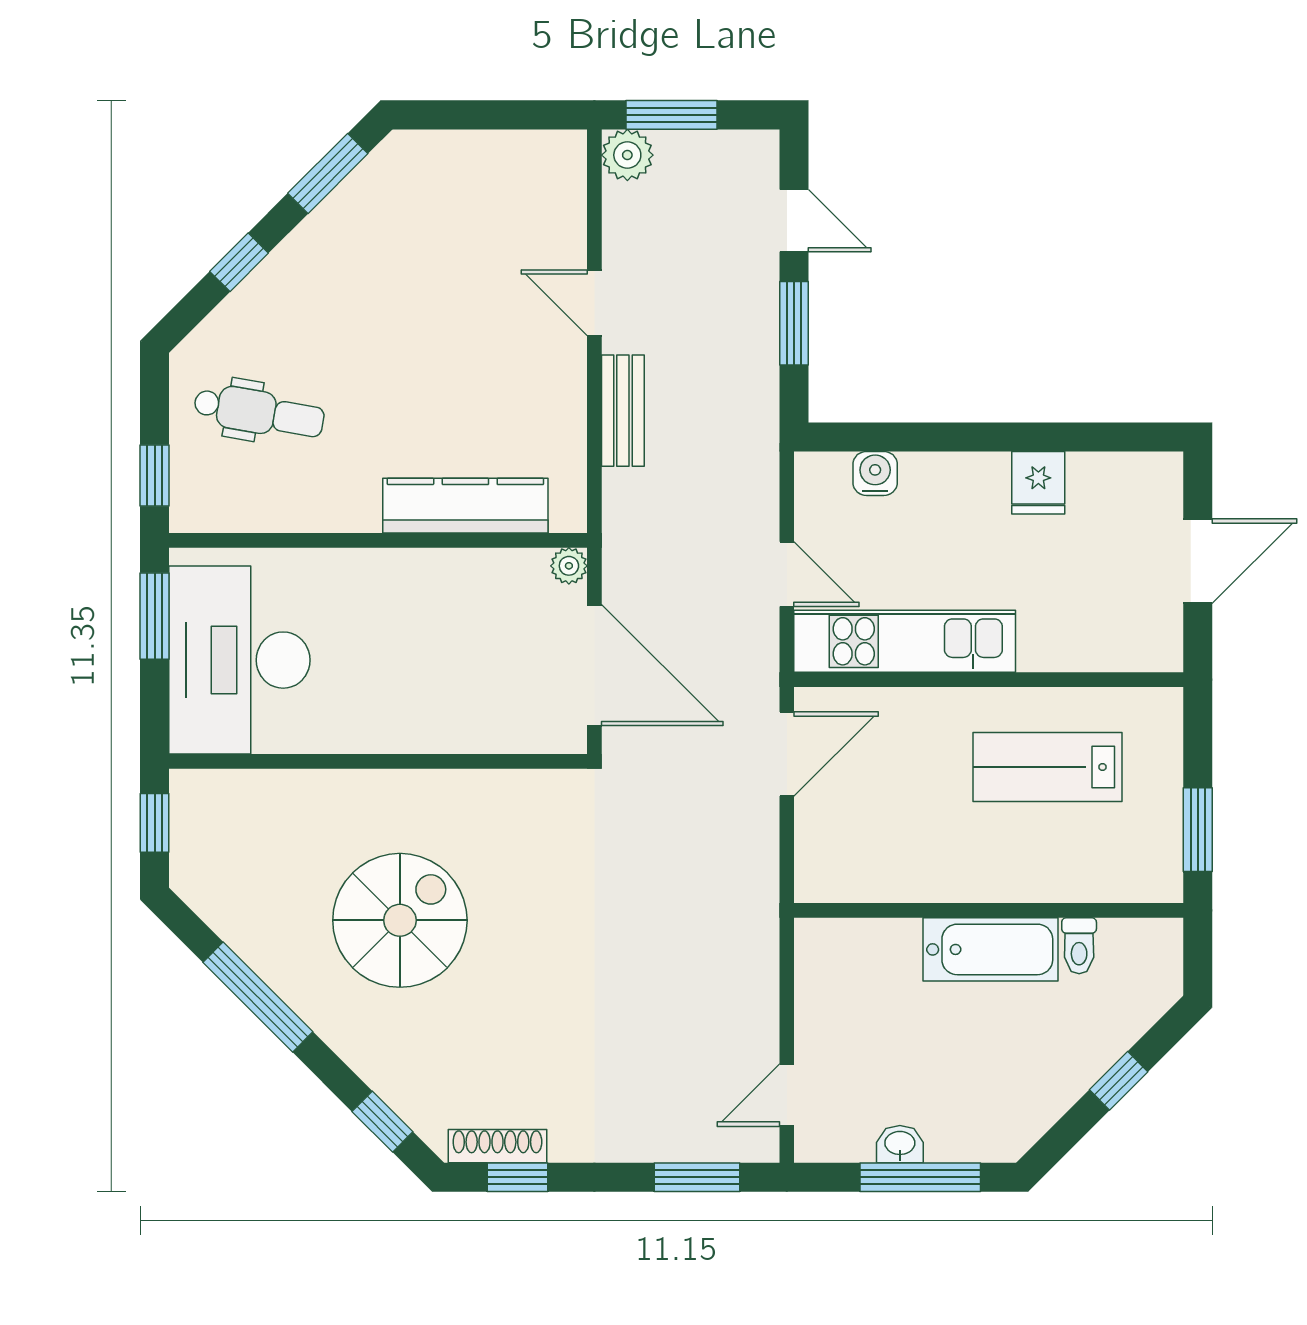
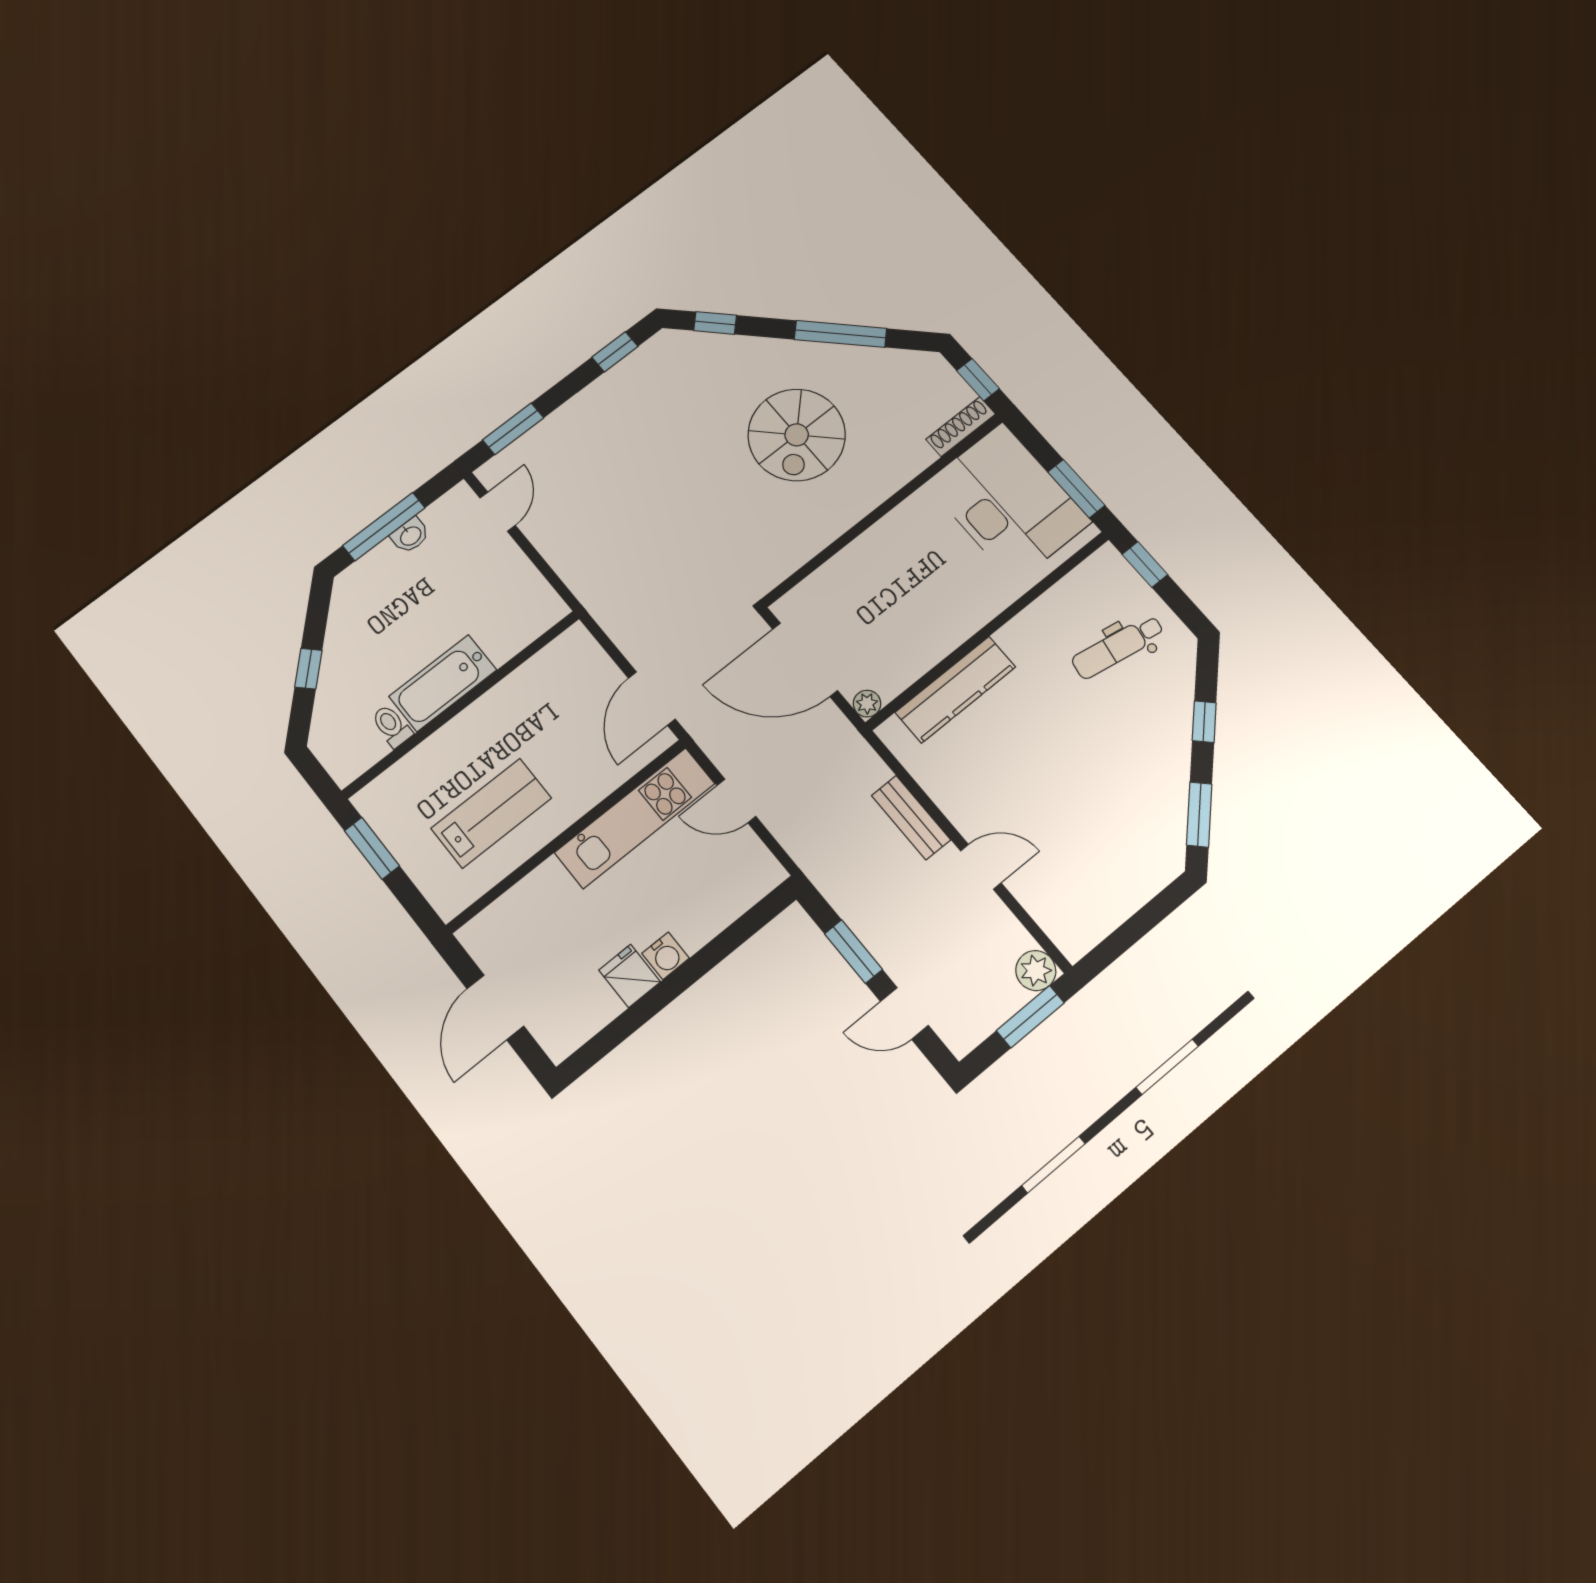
water cooler: (875, 473) -> (666, 956), moved
shoe rack: (497, 1146) -> (961, 427), moved, turned 180

